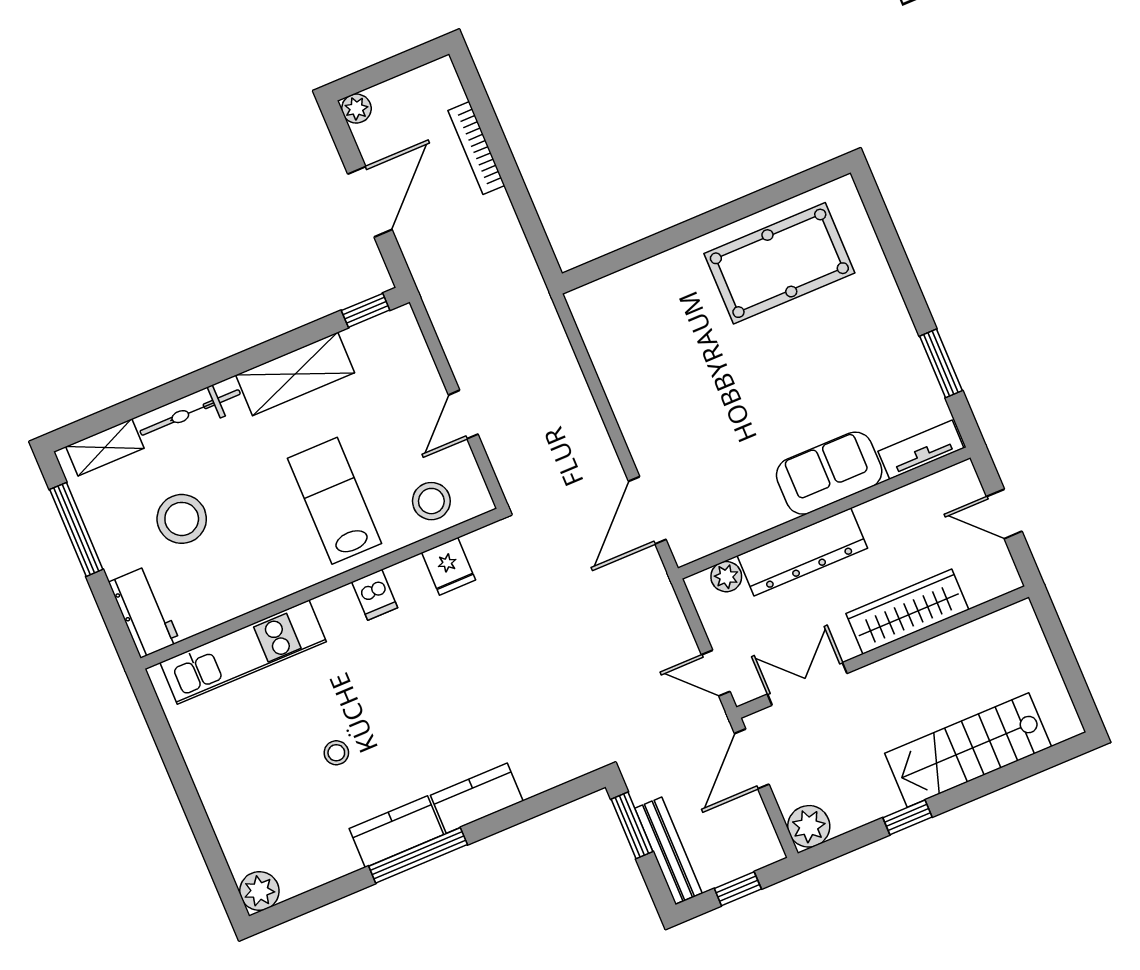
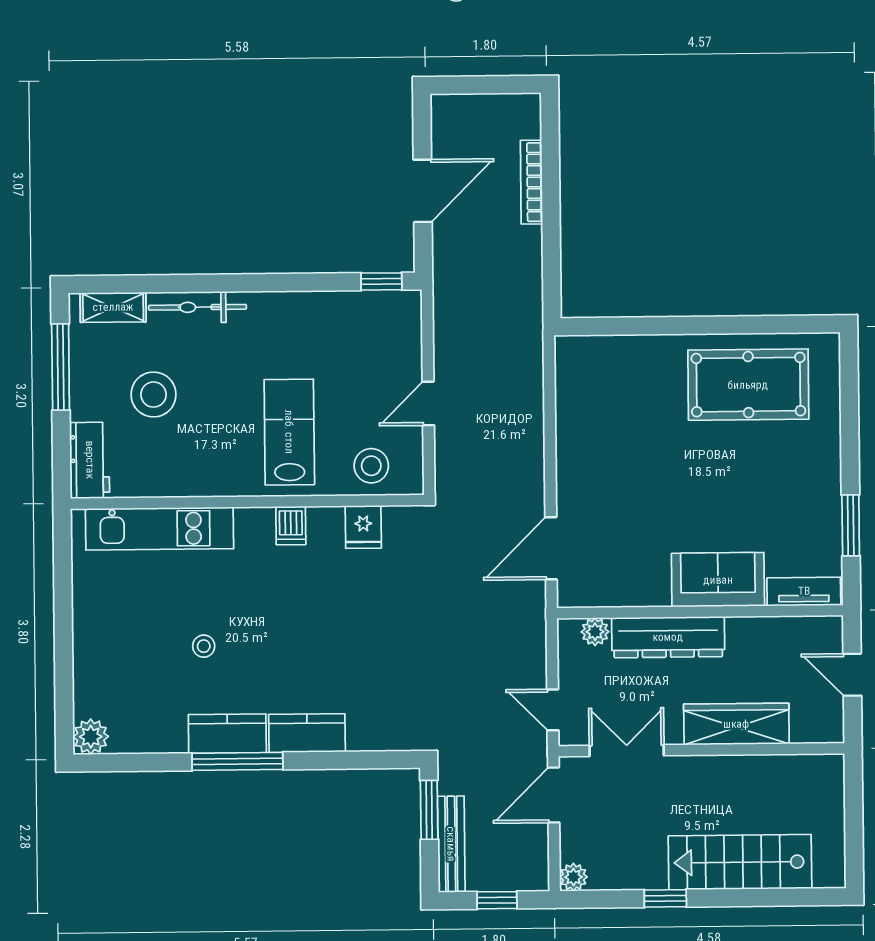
plant: (356, 109) -> (444, 107), removed
shelving: (295, 374) -> (300, 311), removed
plant: (809, 826) -> (573, 877), width x0.73, depth x0.73

